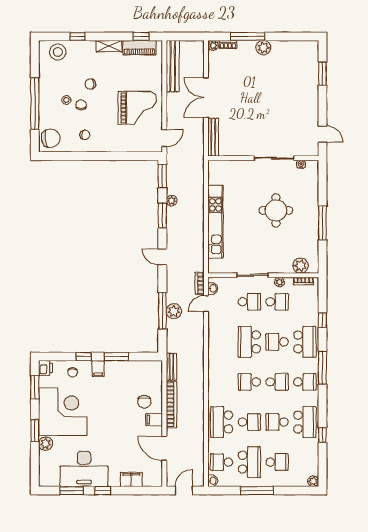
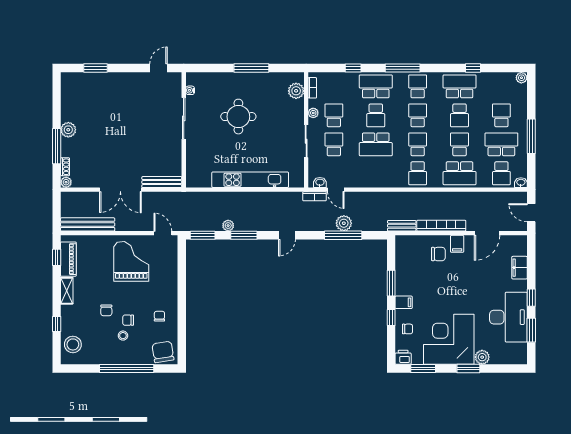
school desk: (222, 382) -> (418, 173), added
school desk: (249, 382) -> (418, 144), turned 180

